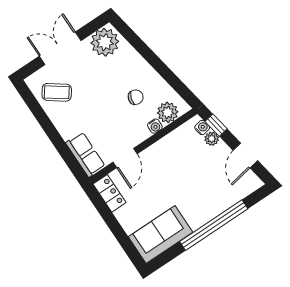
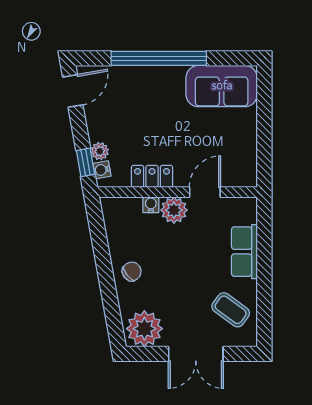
chair: (136, 97) -> (132, 271), moved, turned 124
plant: (168, 112) -> (174, 210), moved
row of seats: (85, 155) -> (244, 252), moved
door: (245, 156) -> (73, 91), moved
locker: (110, 193) -> (152, 176), moved, turned 90

